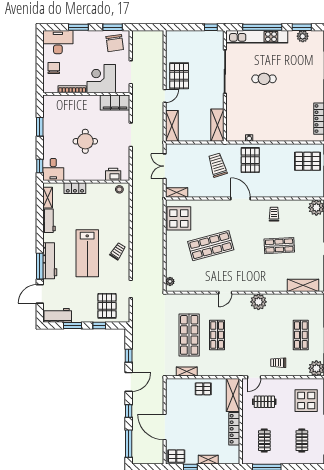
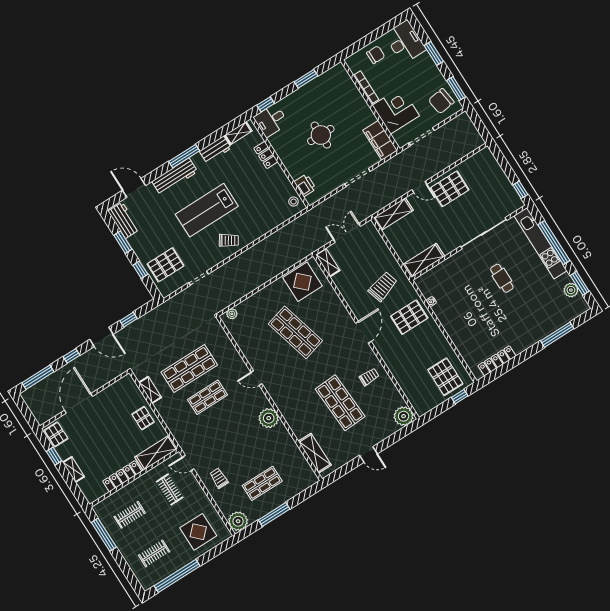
shop shelf: (279, 246) -> (340, 403), width x1.43, depth x1.36
window: (40, 266) -> (184, 156), moved

